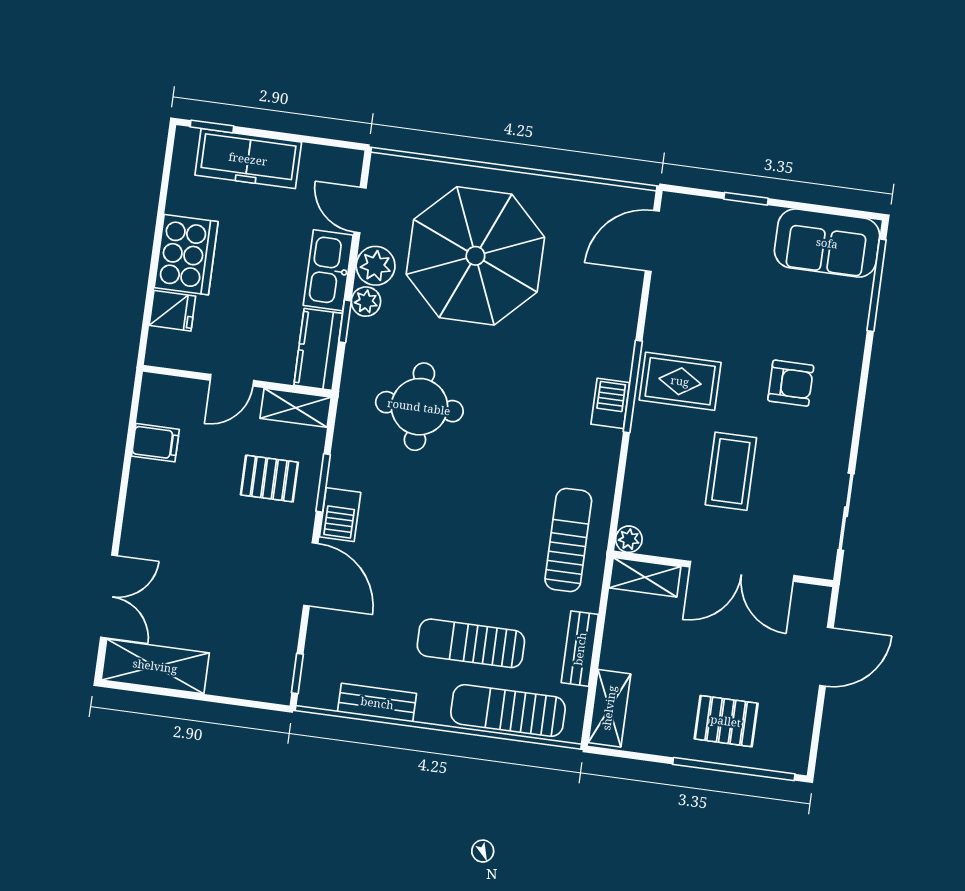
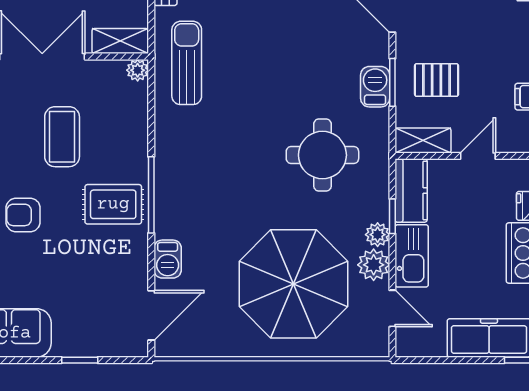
barbecue: (610, 403) -> (168, 259), moved
barbecue: (340, 515) -> (375, 87), moved
sun lounger: (568, 540) -> (187, 63), turned 180

